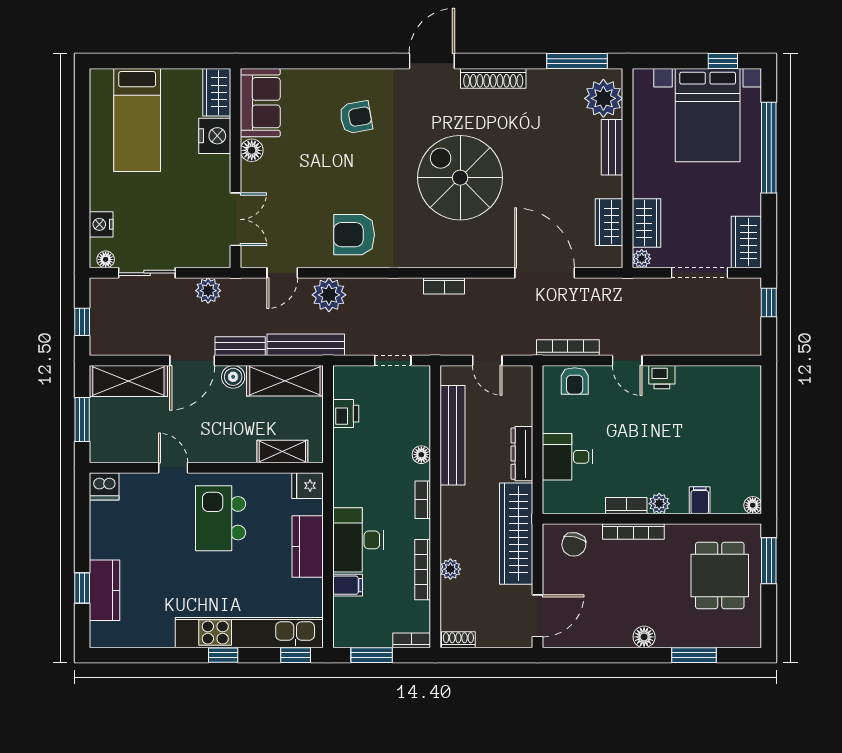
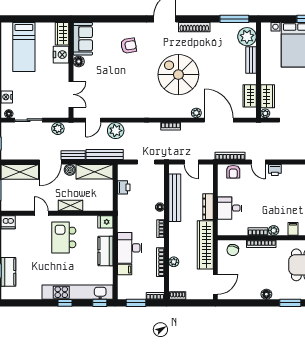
armchair: (354, 235) -> (128, 102), removed
plant: (498, 258) -> (196, 113), added
shelving: (282, 451) -> (70, 206), moved

